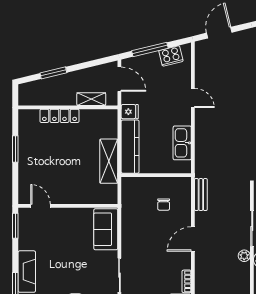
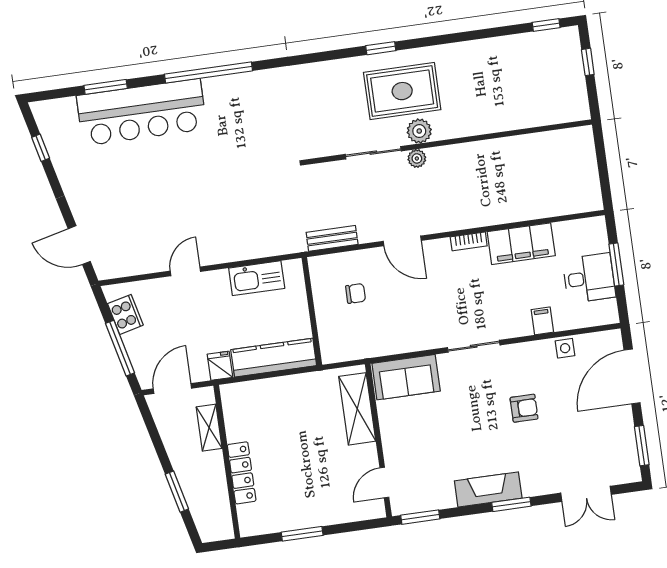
shelving: (109, 161) -> (357, 409), moved, turned 90

